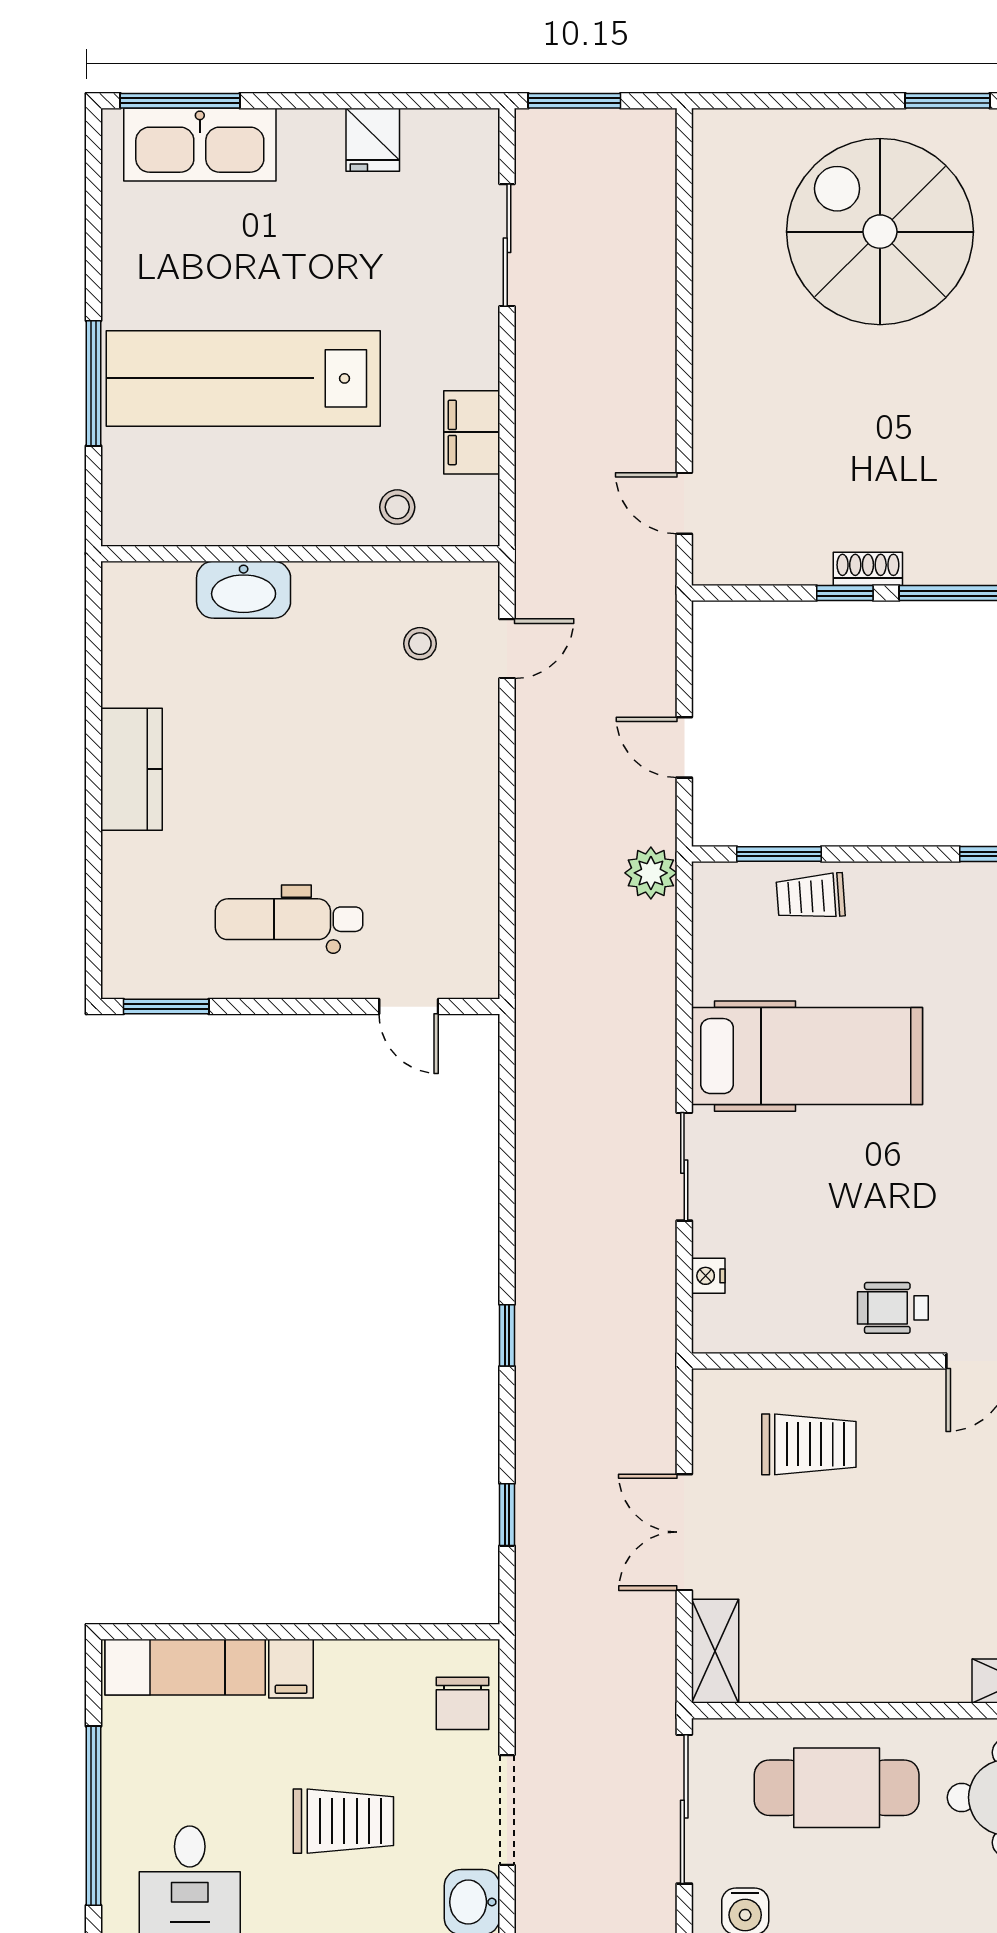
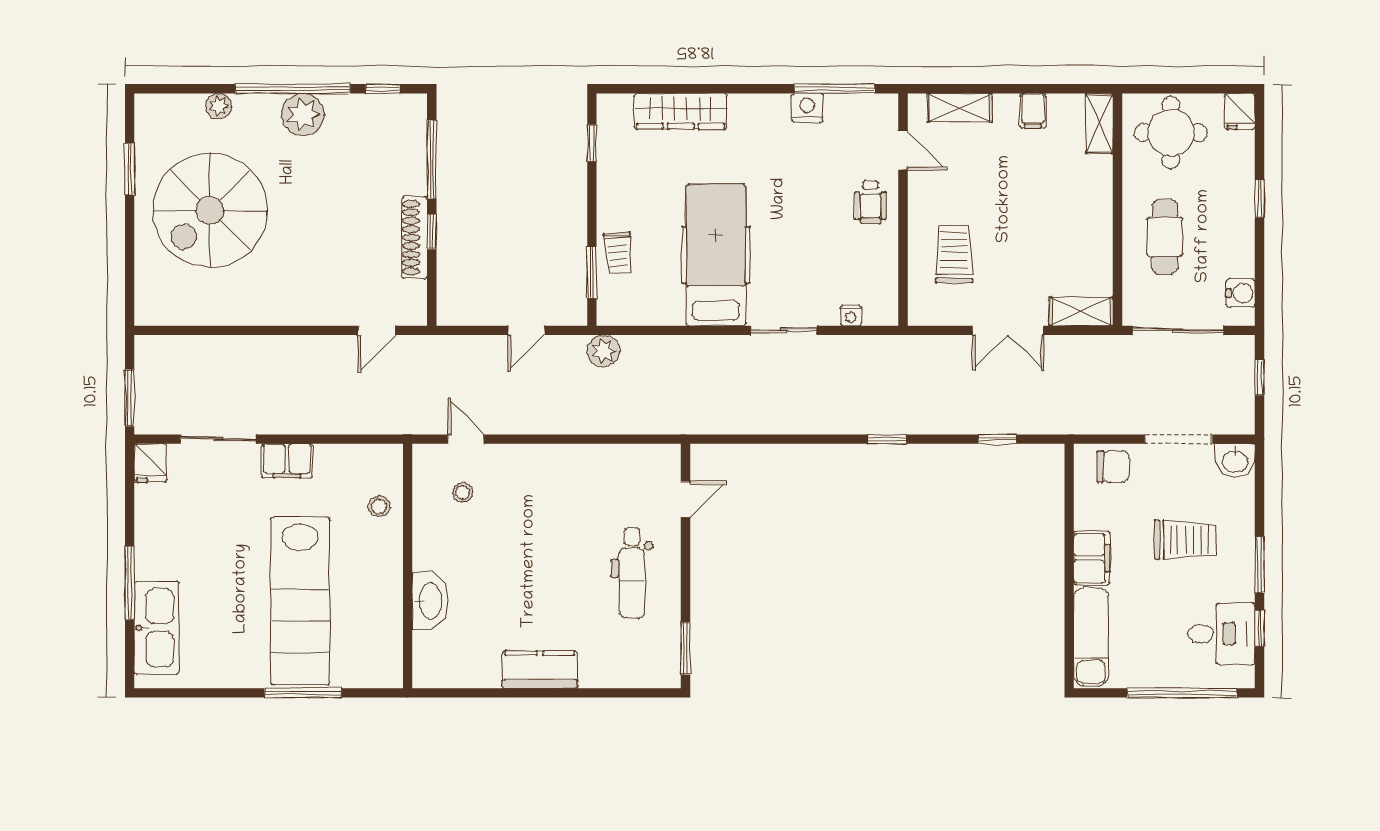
window: (180, 101) -> (130, 583), moved
fridge: (373, 140) -> (150, 463), moved, turned 90
filing cabinet: (472, 432) -> (287, 461), moved
shoe rack: (868, 569) -> (415, 238), width x1.94, depth x1.24
filing cabinet: (291, 1669) -> (1092, 558), width x2.00
cafe table: (837, 1788) -> (1165, 237), width x0.73, depth x0.74
trolley: (343, 1821) -> (1185, 540), turned 90

